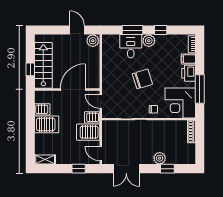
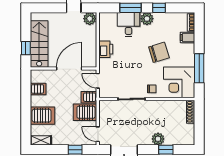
printer: (189, 73) -> (106, 49), moved, turned 180
chair: (142, 79) -> (159, 52), moved
server rack: (47, 124) -> (43, 116), moved

